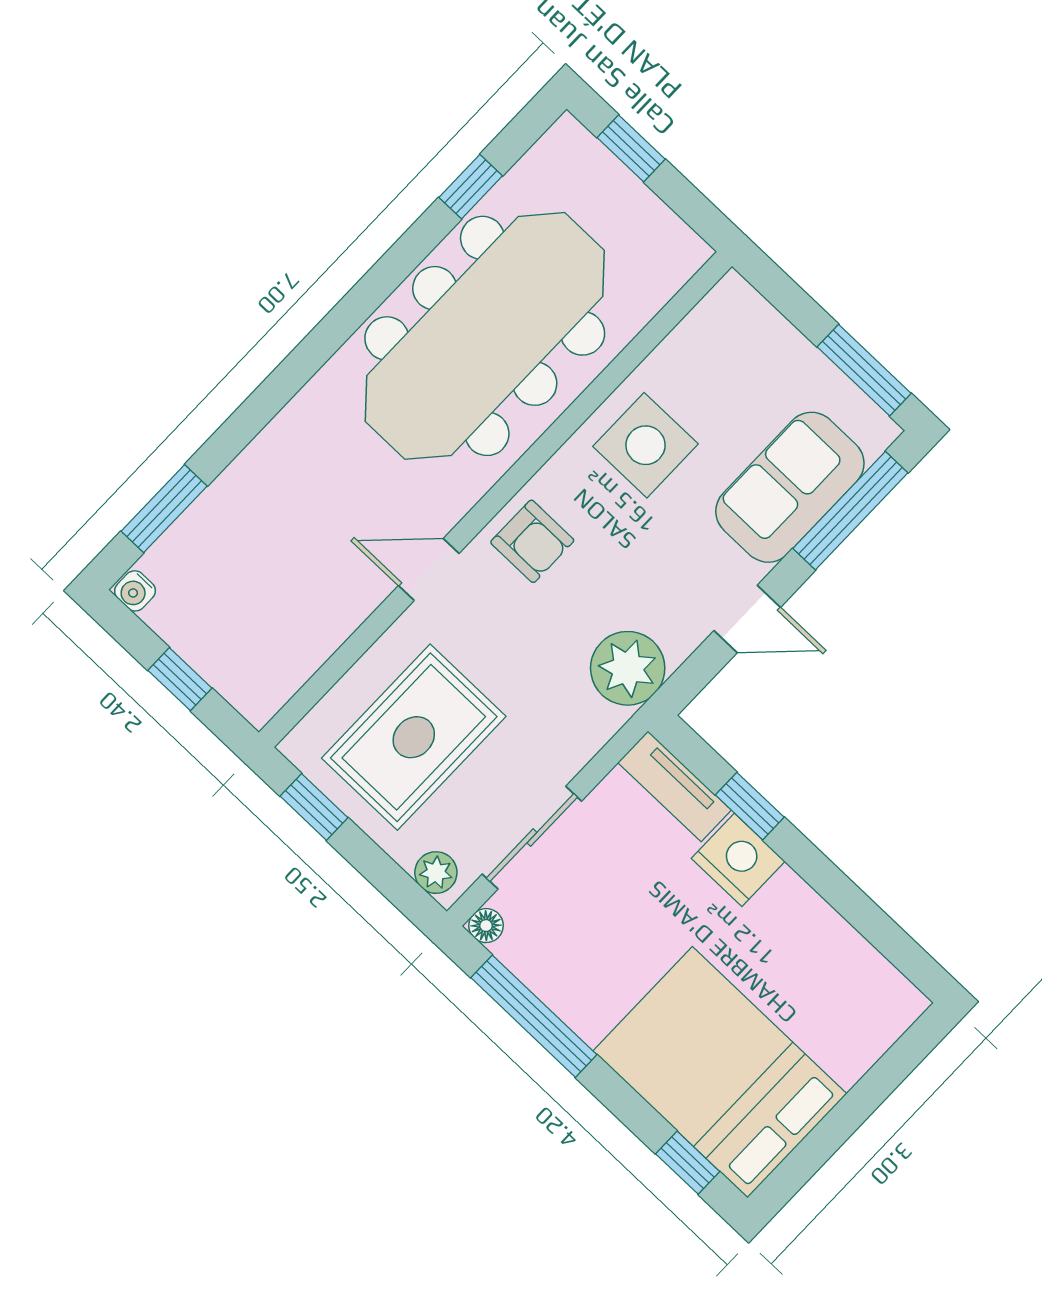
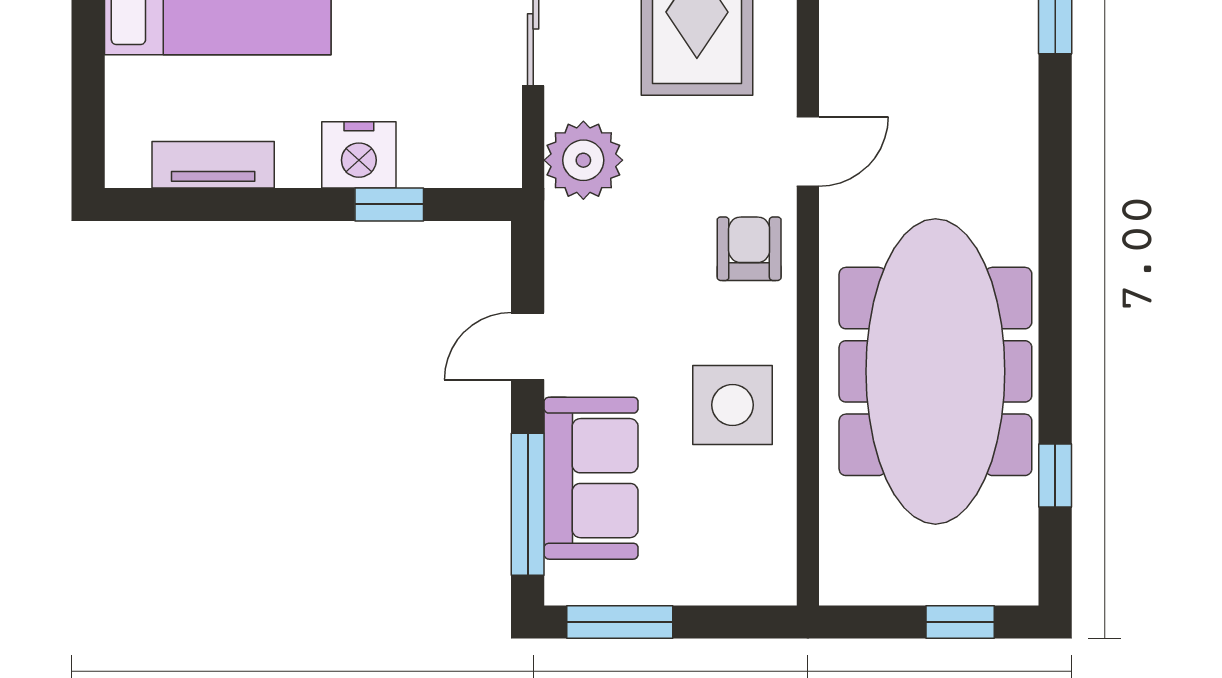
armchair: (532, 541) -> (749, 249), turned 90
plant: (628, 668) -> (583, 160), moved
tv unit: (675, 786) -> (213, 165), moved

